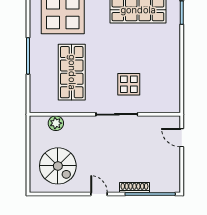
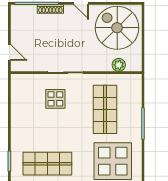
spiral stairs: (58, 166) -> (117, 28), width x1.37, depth x1.37

